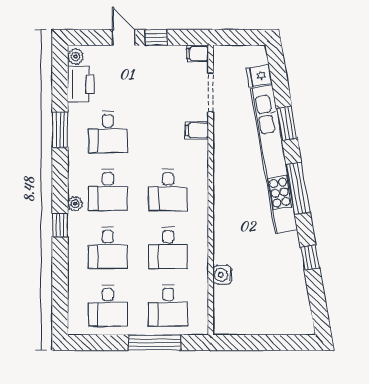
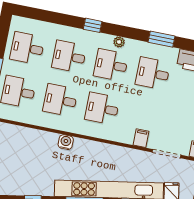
plant: (75, 204) -> (119, 42), moved
water cooler: (222, 275) -> (66, 142), moved

